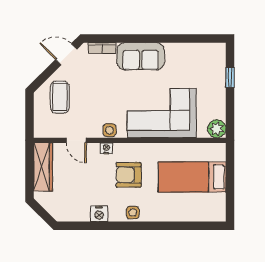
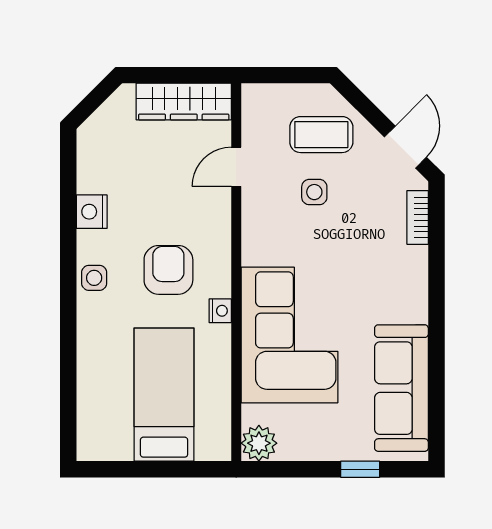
sofa: (141, 56) -> (401, 388), moved, width x1.36
side table: (110, 130) -> (314, 192), moved
nightstand: (106, 148) -> (220, 311), moved

